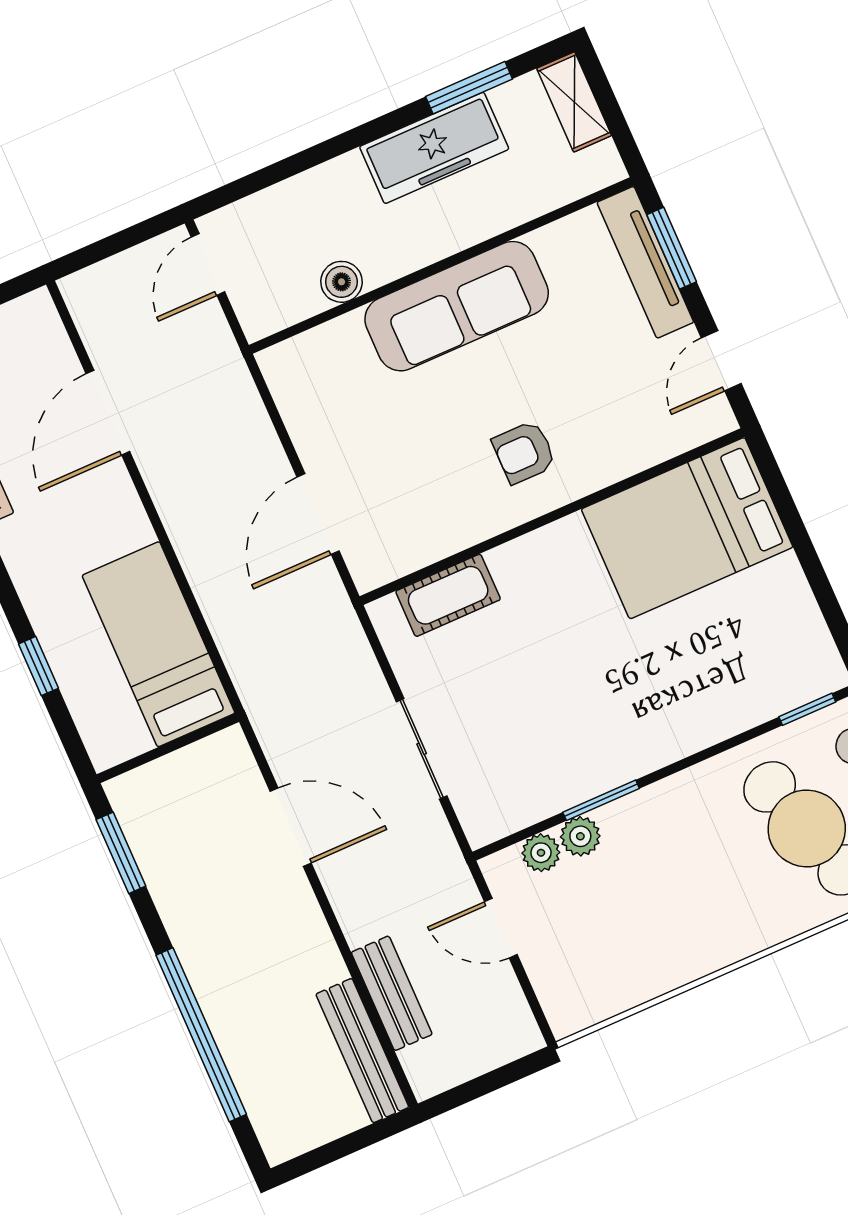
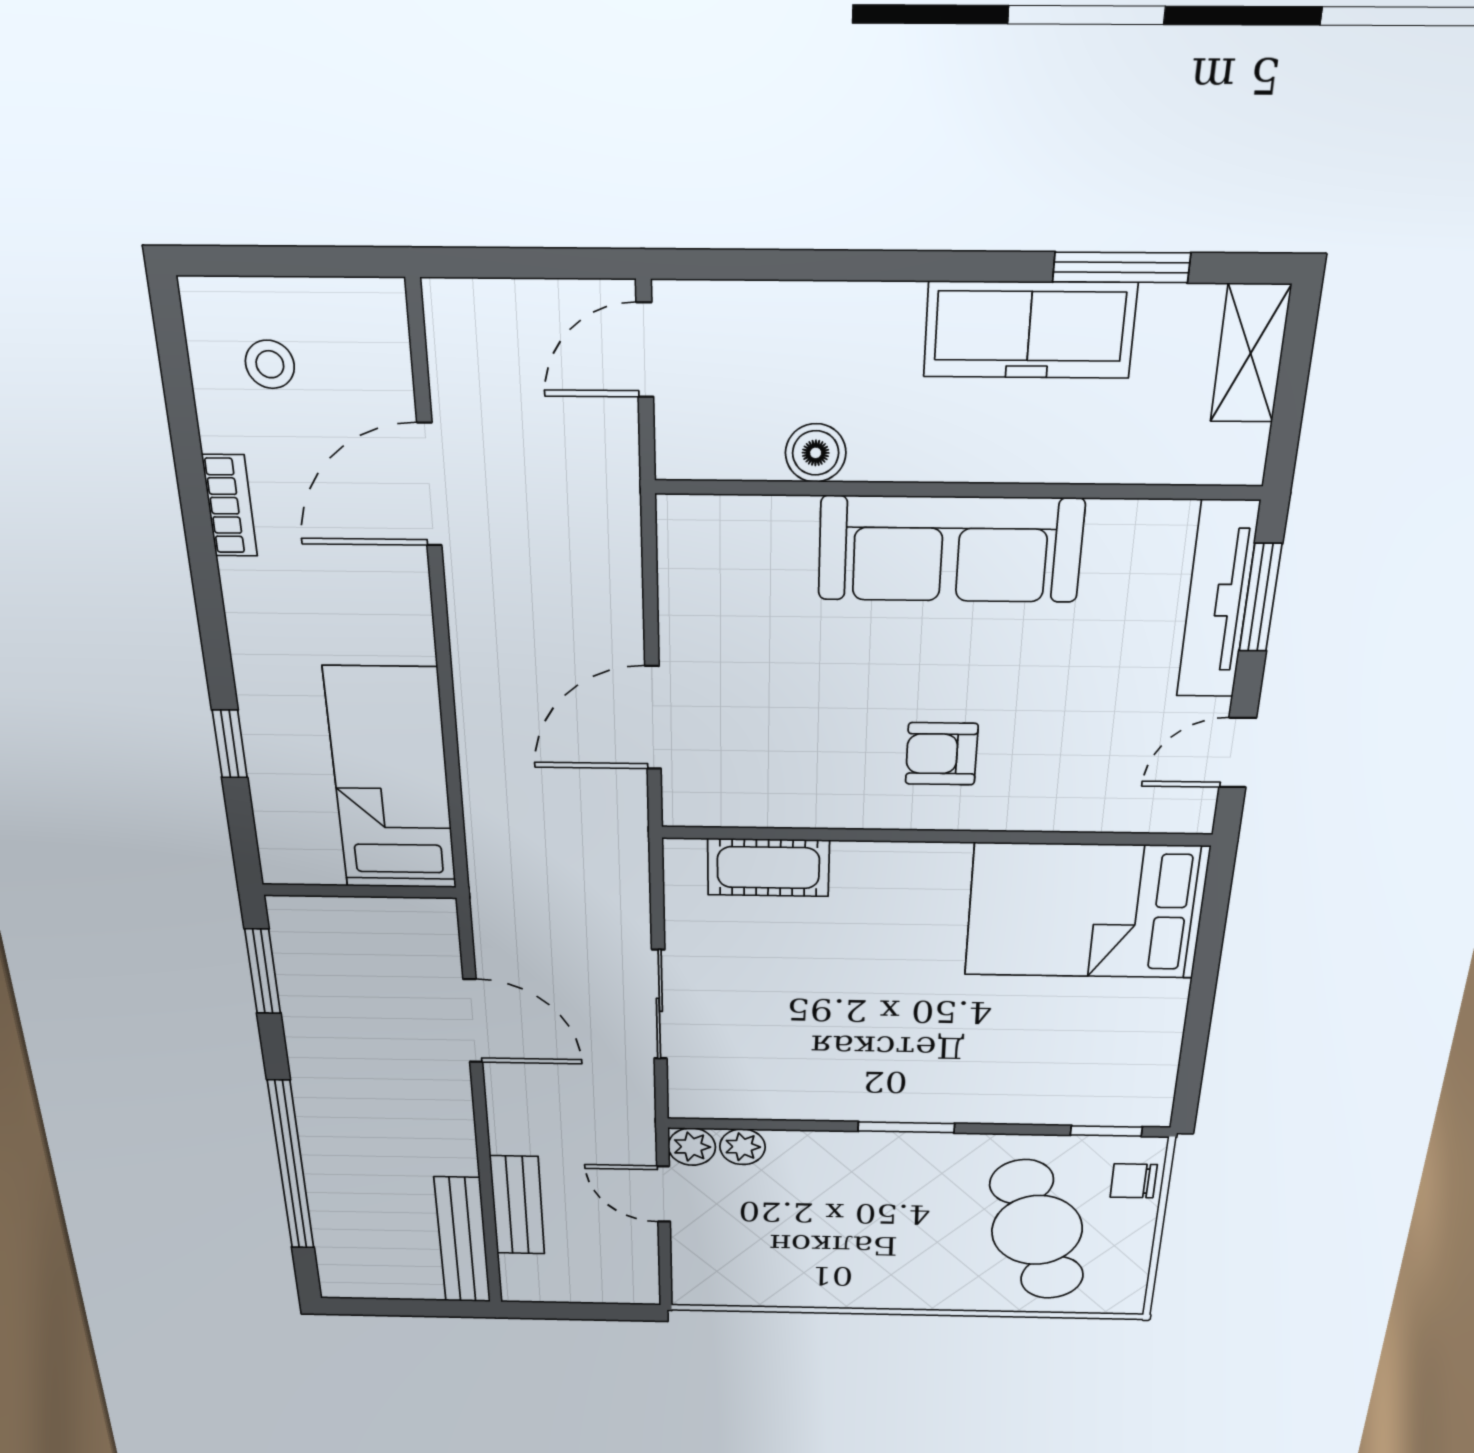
window: (601, 800) -> (906, 1127), moved
plant: (580, 836) -> (692, 1147), moved

